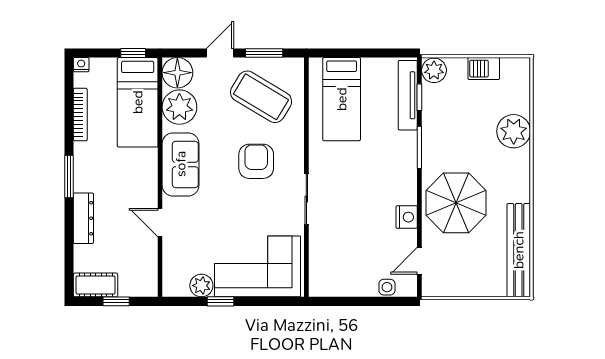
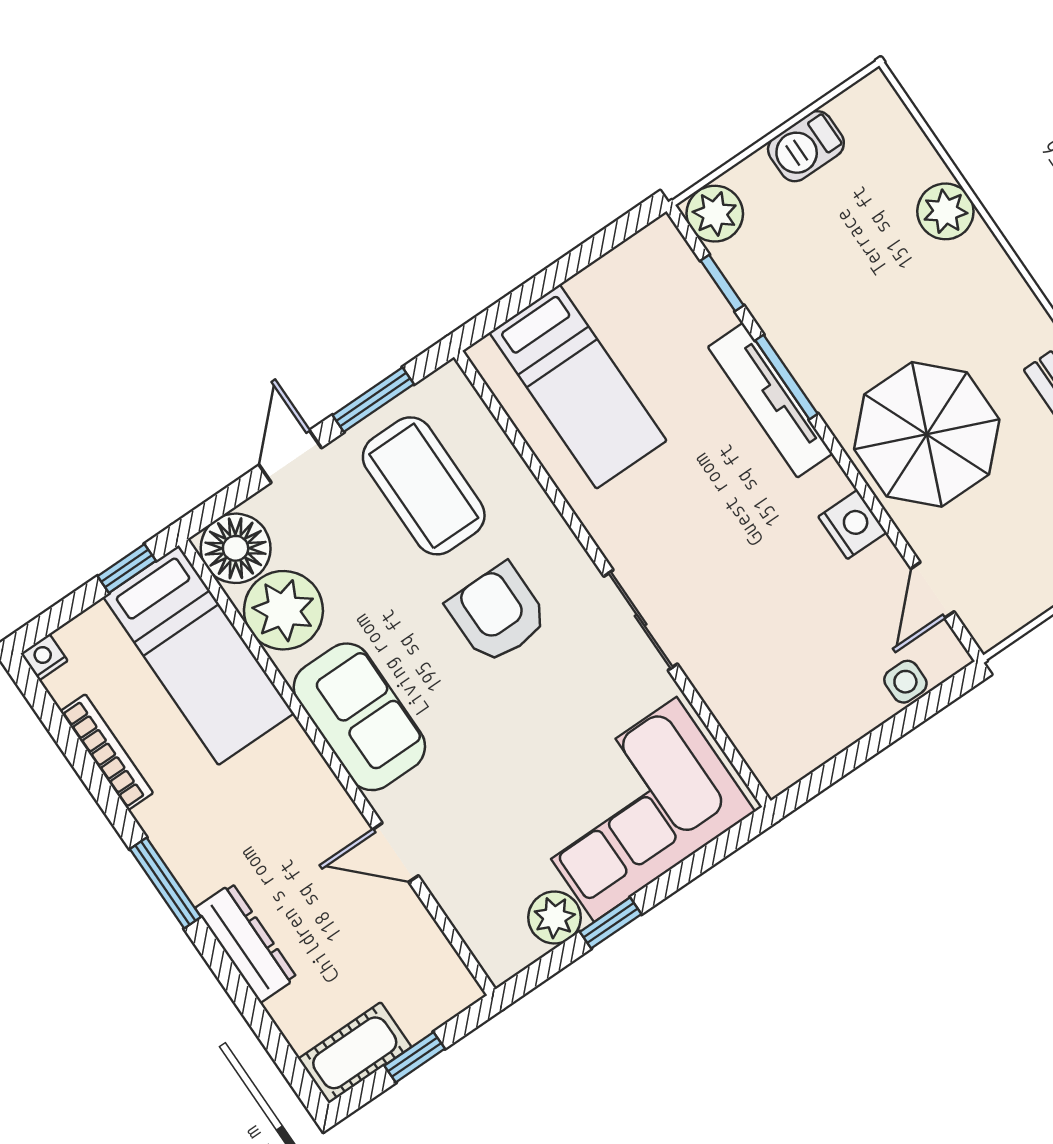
tv unit: (408, 95) -> (770, 400), moved
coffee table: (261, 97) -> (424, 486), turned 59
plant: (514, 131) -> (945, 211), width x0.73, depth x0.73

